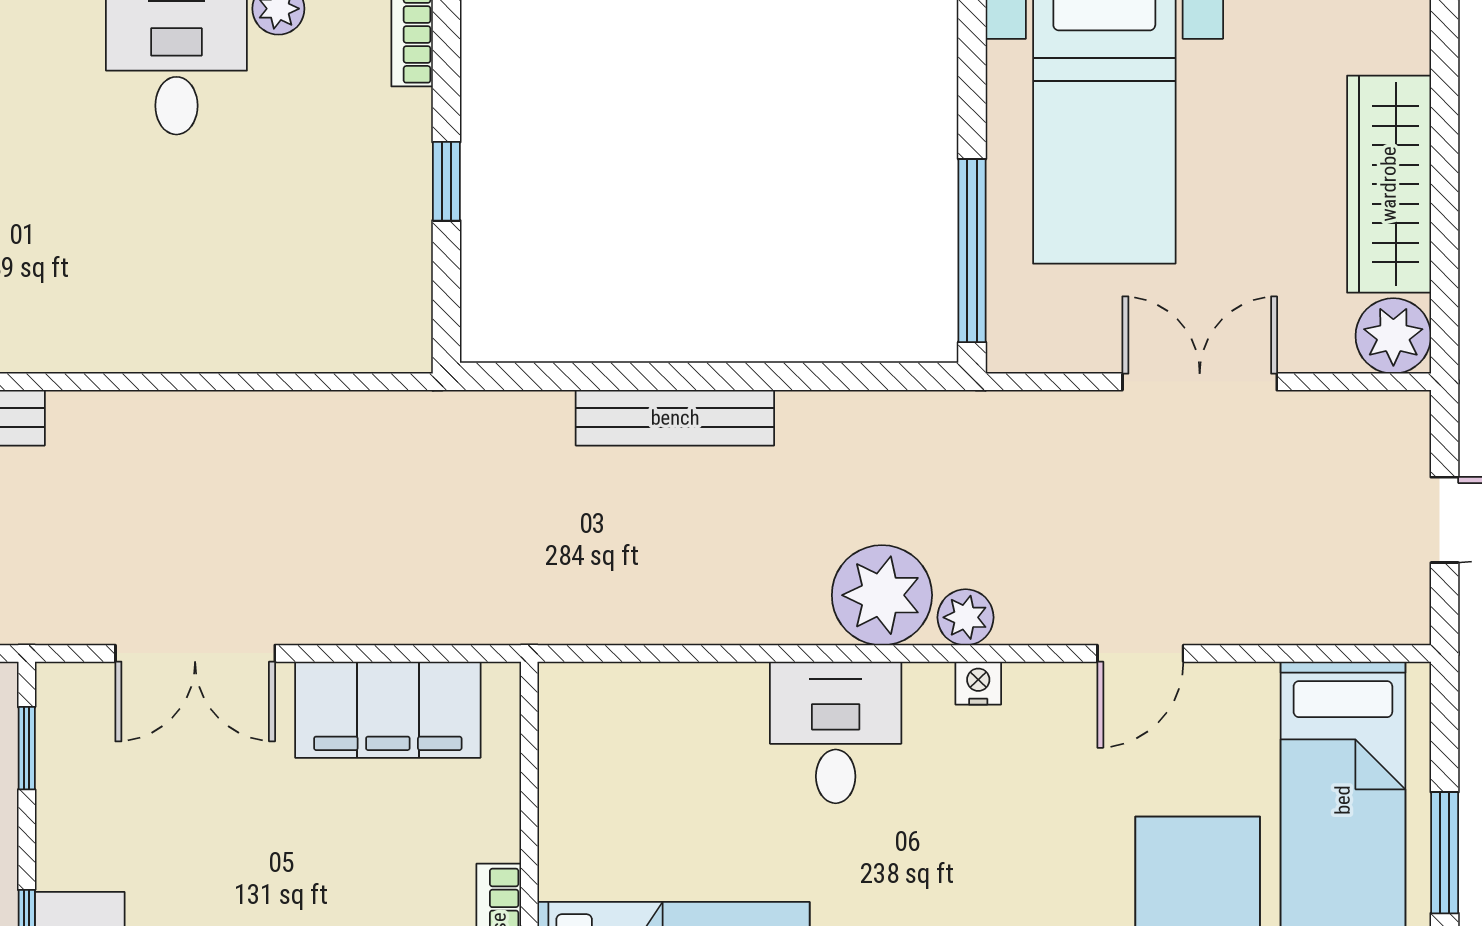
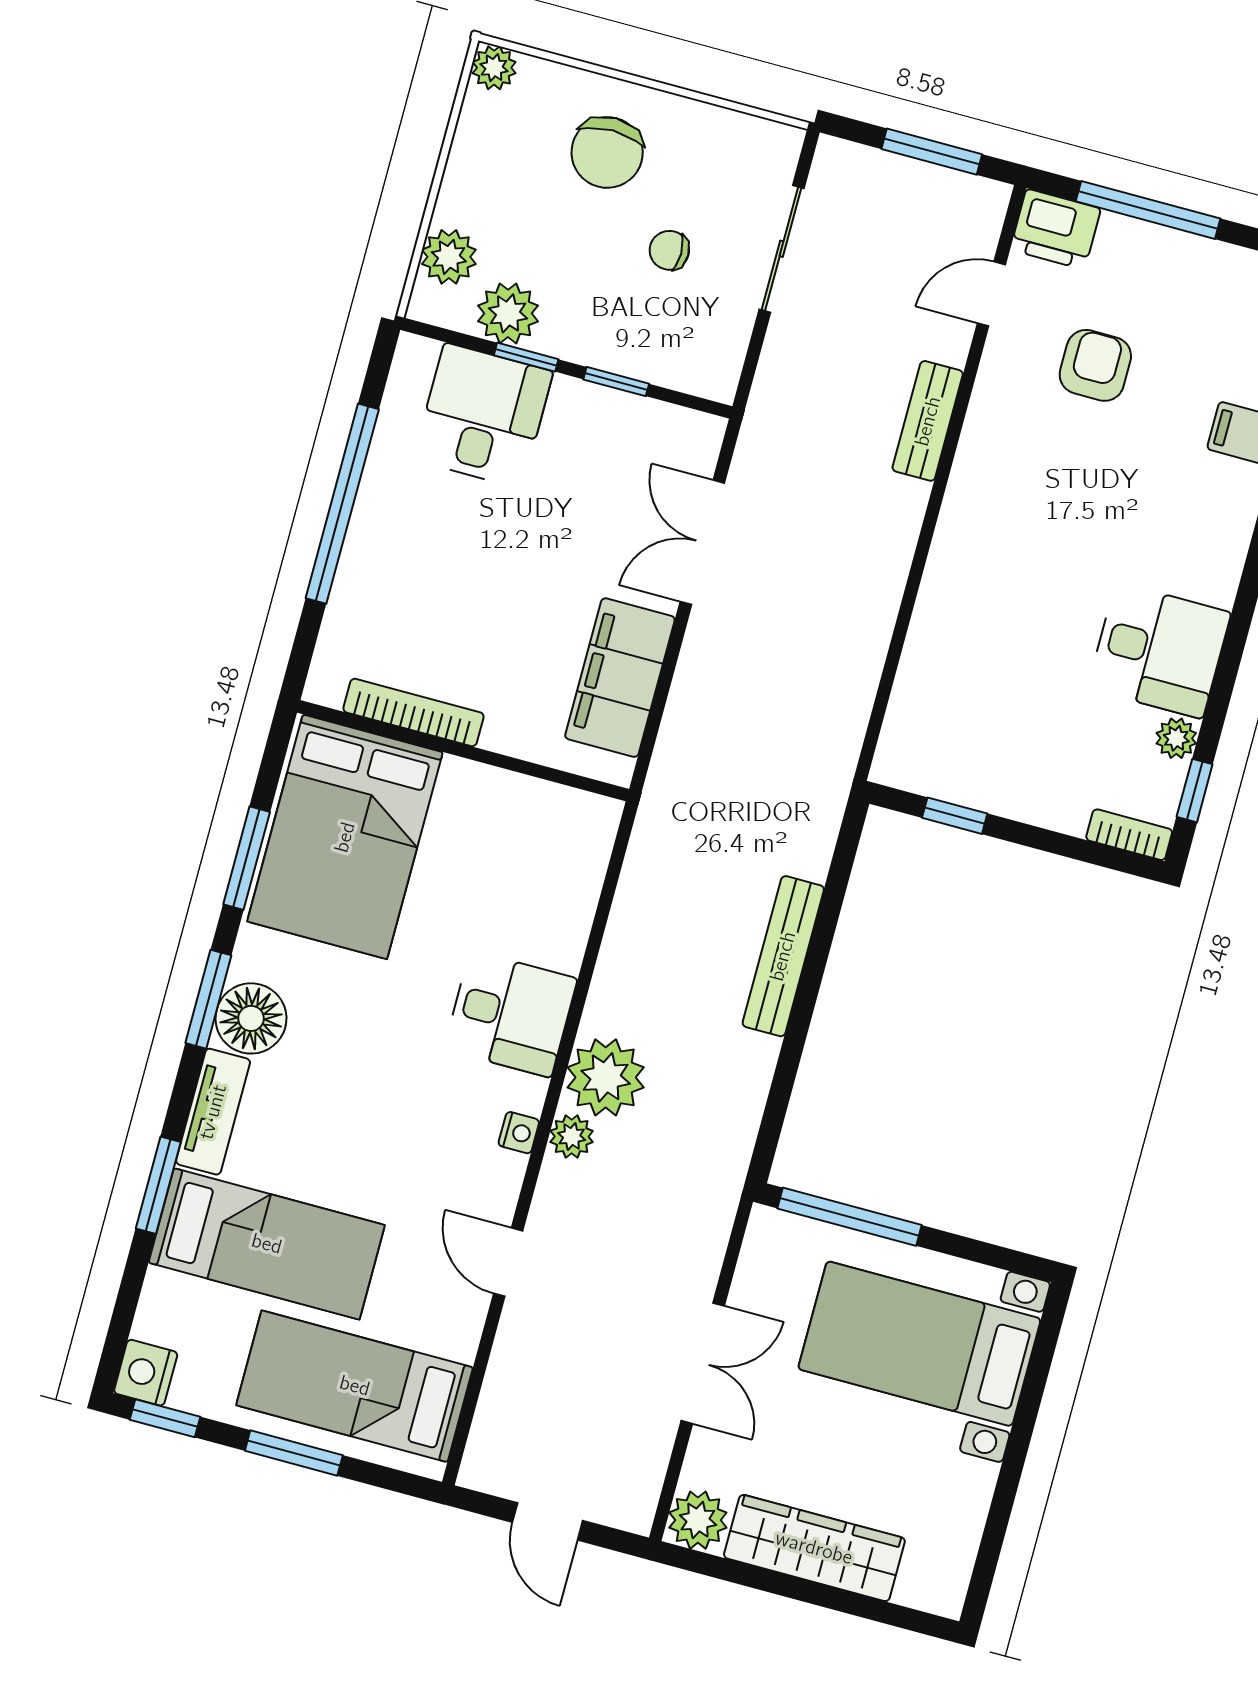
window: (446, 181) -> (955, 816), moved
window: (27, 748) -> (616, 382), moved

